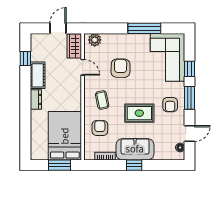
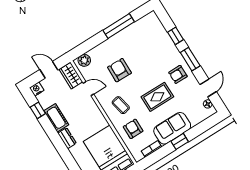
door: (58, 28) -> (49, 70), hinge flipped
nightstand: (36, 39) -> (37, 89), added
corner sofa: (167, 57) -> (152, 38), removed
armchair: (170, 105) -> (178, 74), turned 90

